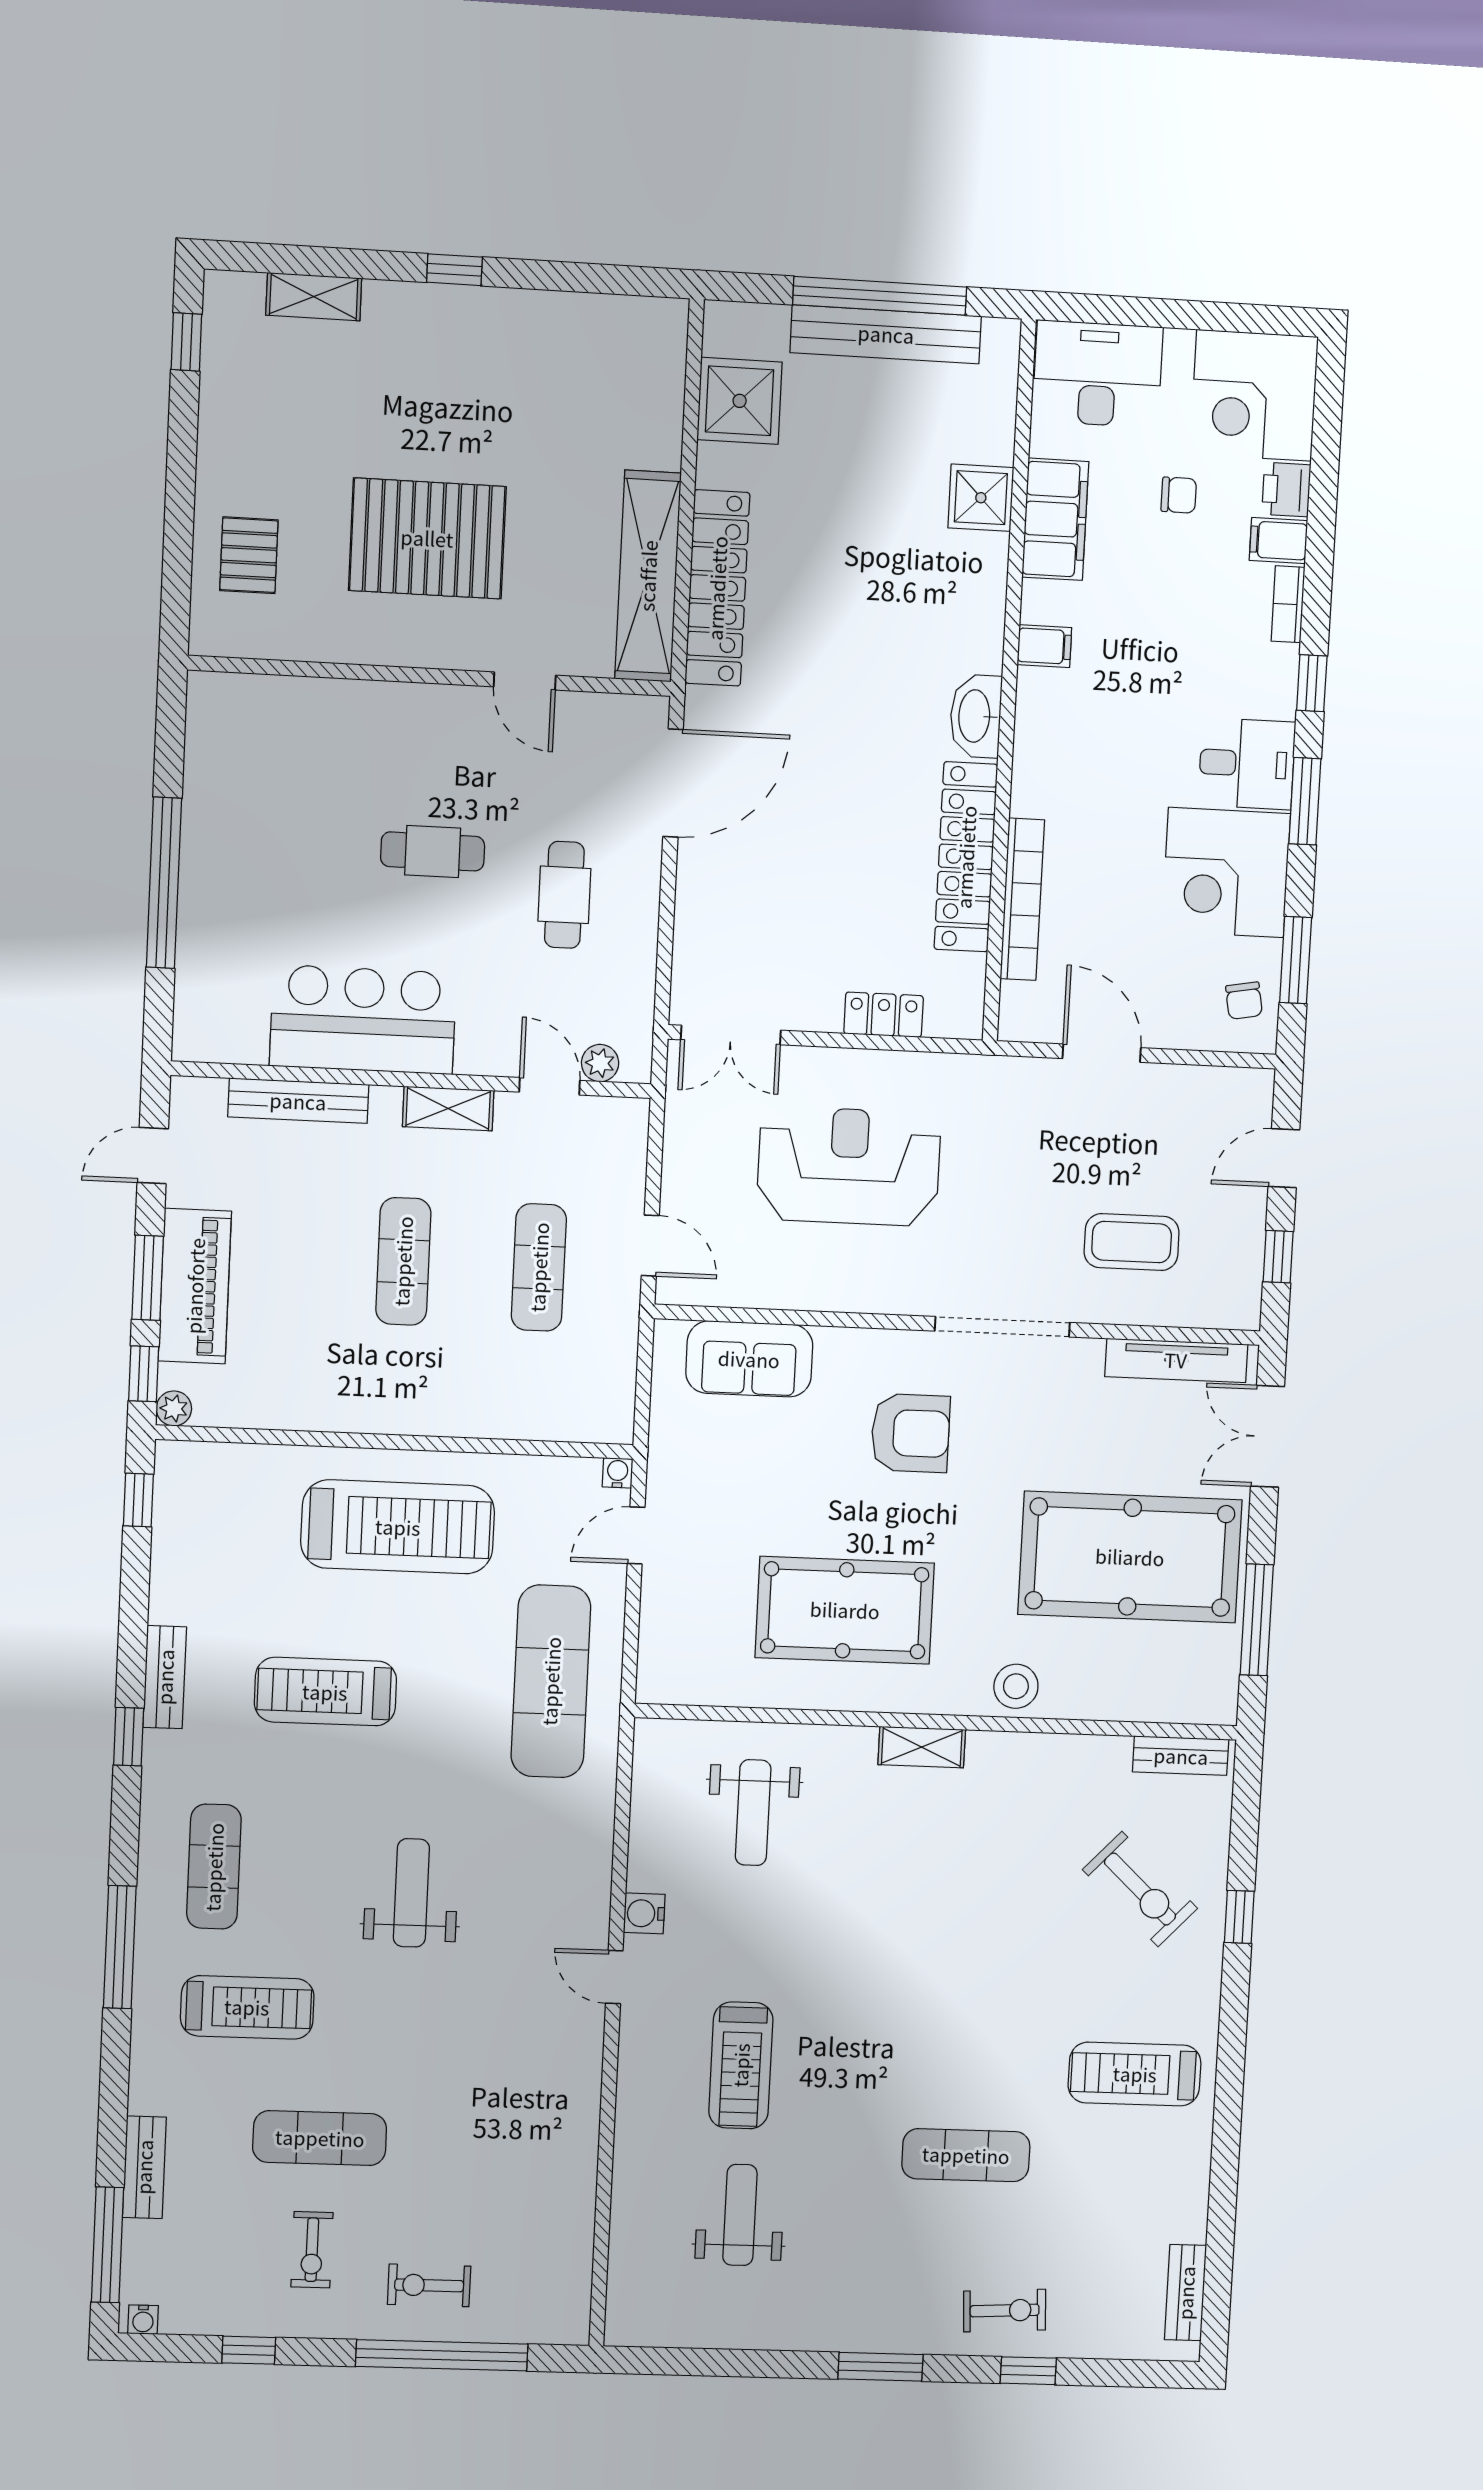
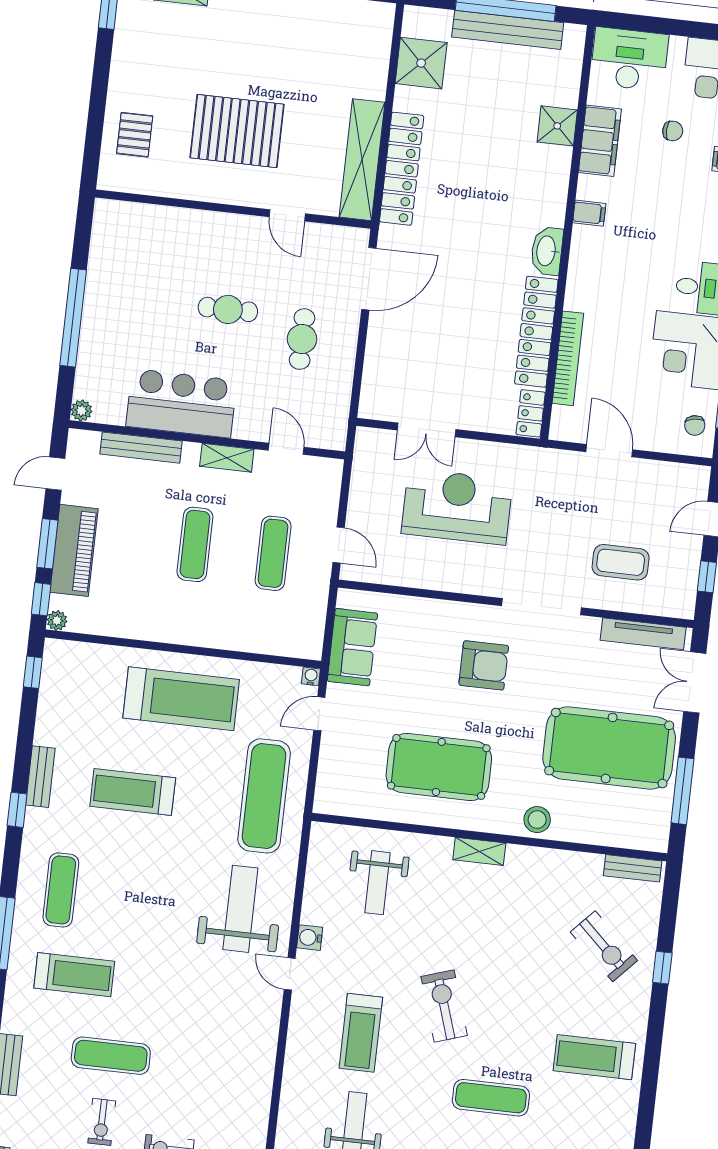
locker: (884, 1015) -> (531, 413), moved, turned -90
double door: (731, 1035) -> (426, 430), moved
plant: (600, 1063) -> (81, 411), moved
sofa: (749, 1359) -> (352, 647), moved, turned -90
weight bench: (411, 1893) -> (240, 909), moved, width x1.36, depth x1.33
exercise bike: (878, 2010) -> (444, 1006), added

